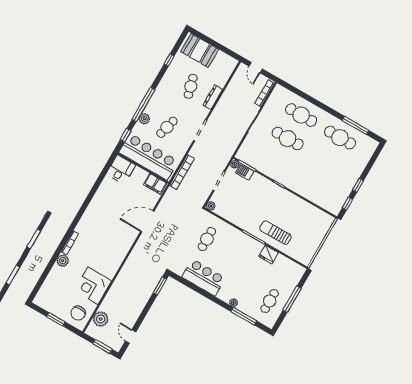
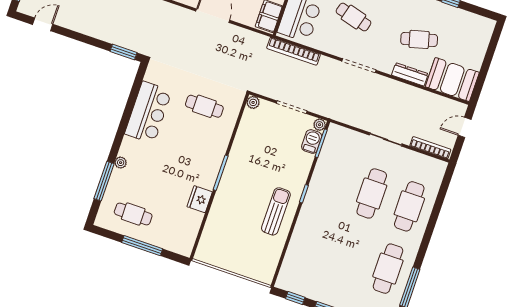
booth: (200, 50) -> (452, 80), moved, turned 90
sun lounger: (275, 233) -> (276, 211), moved

